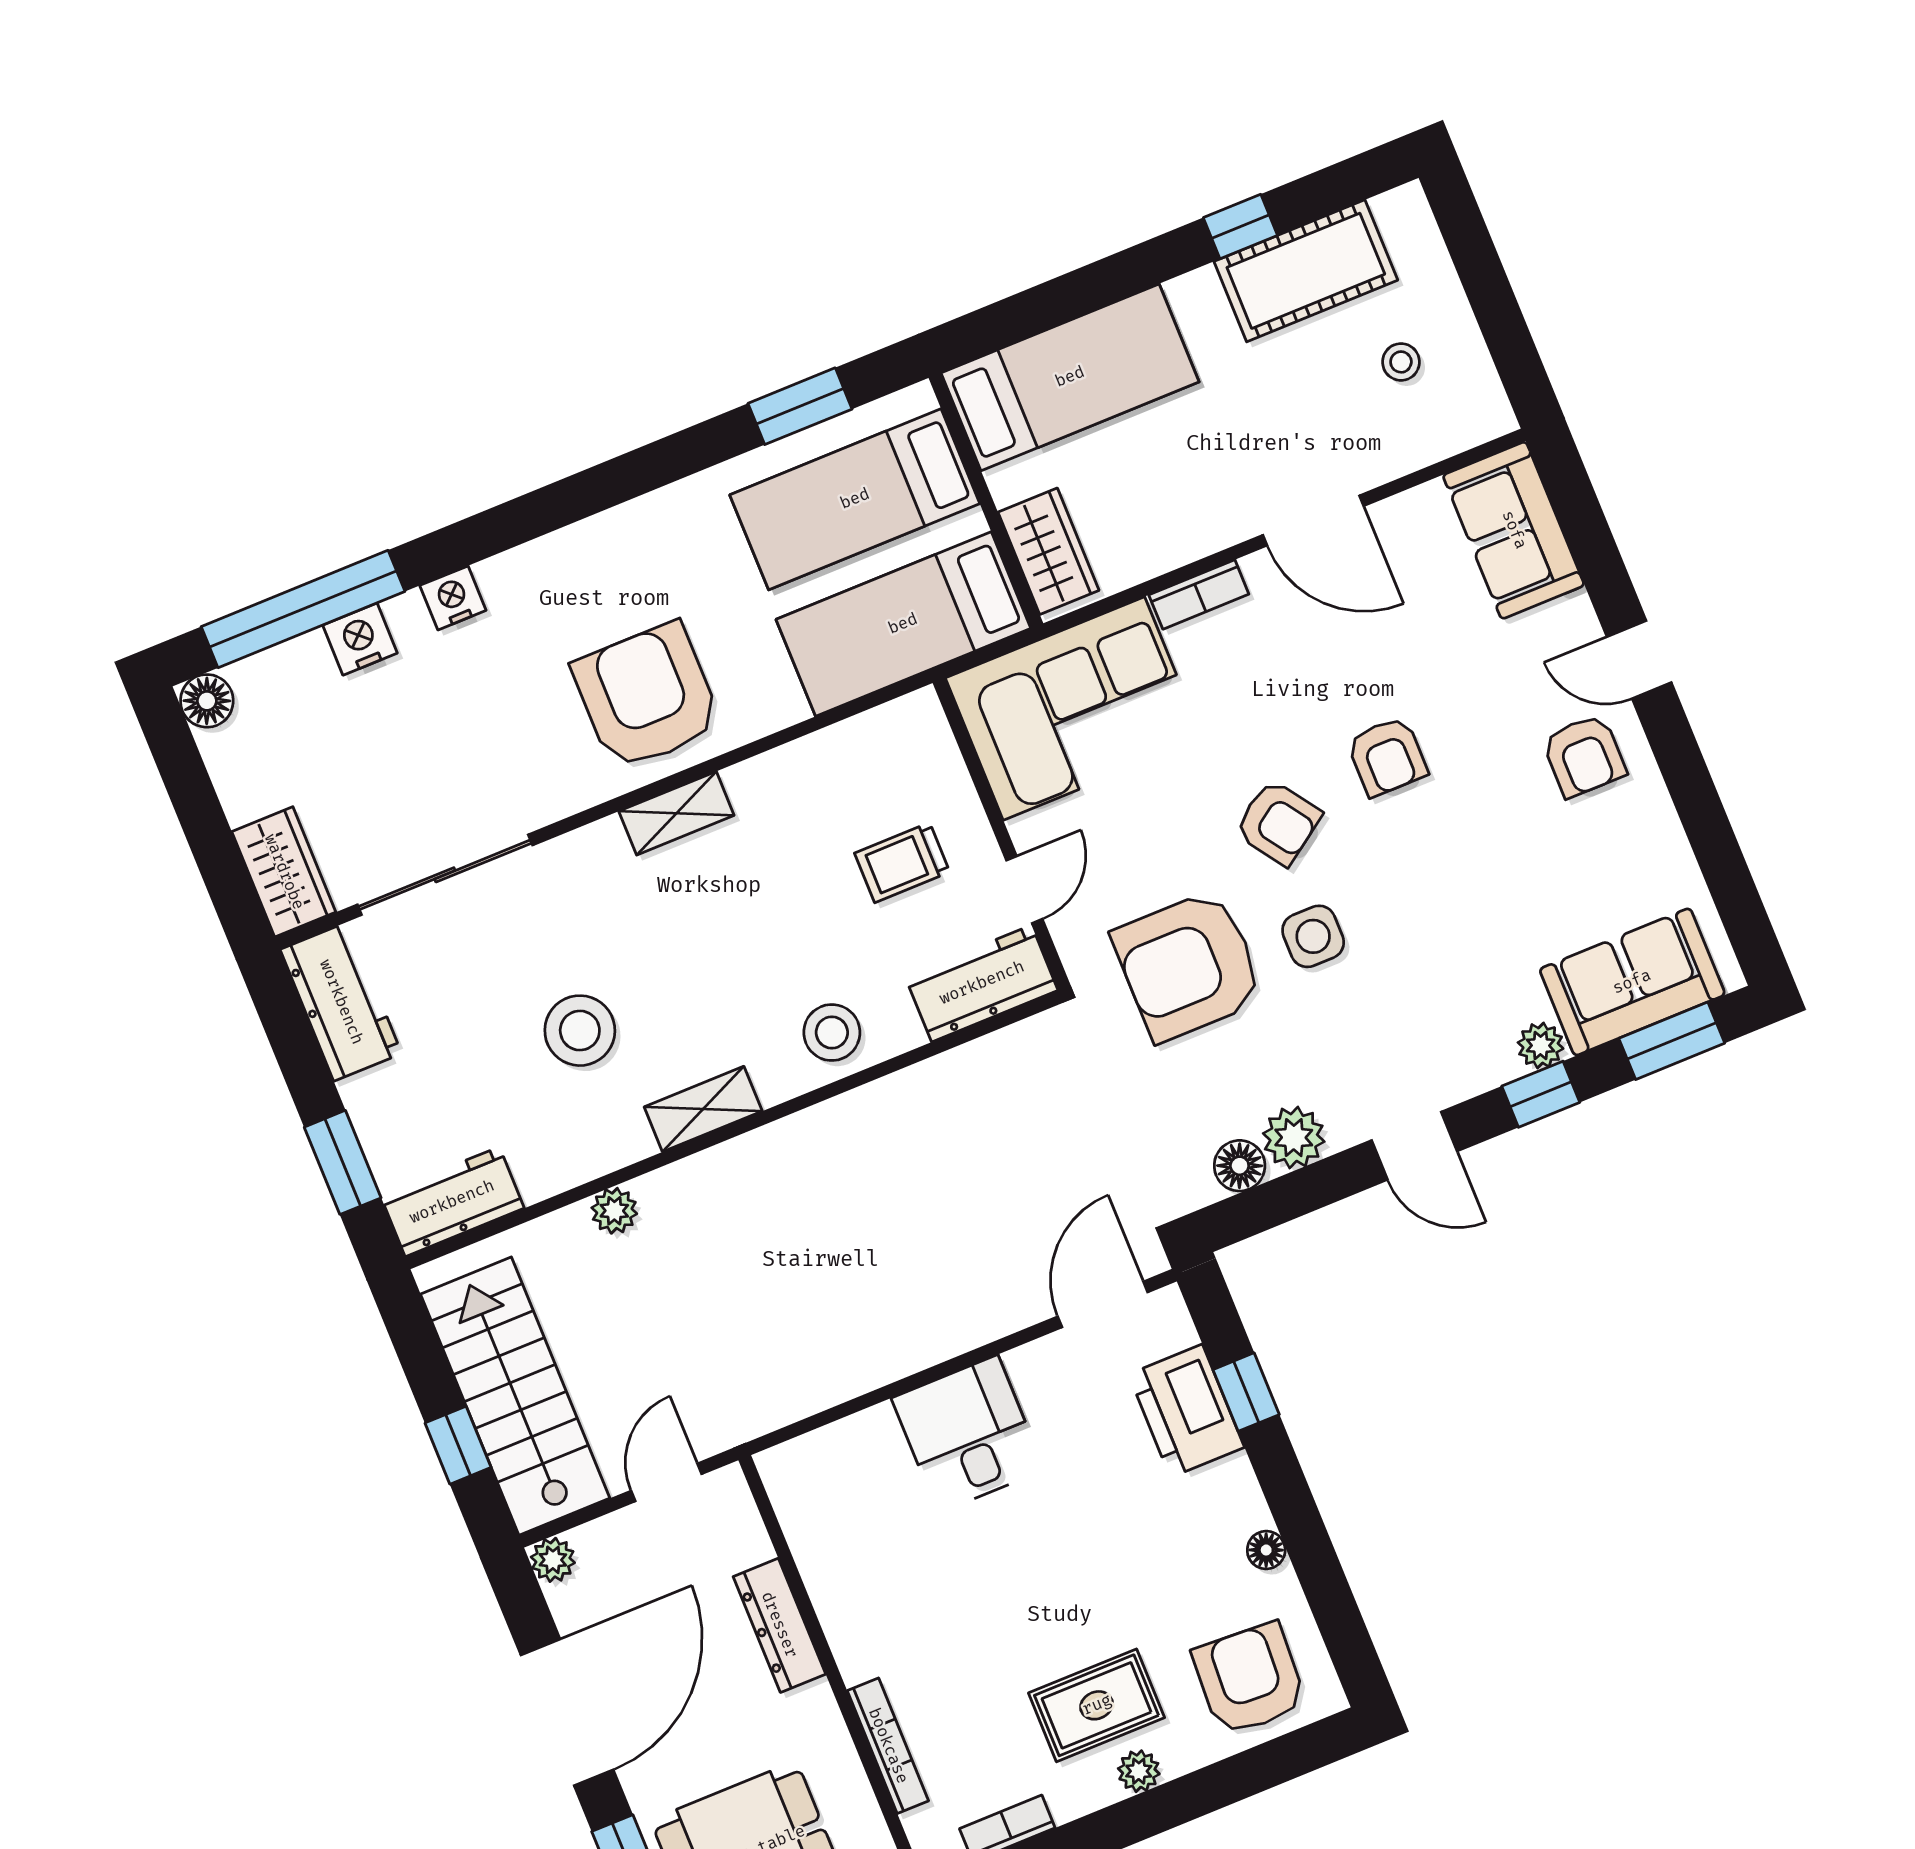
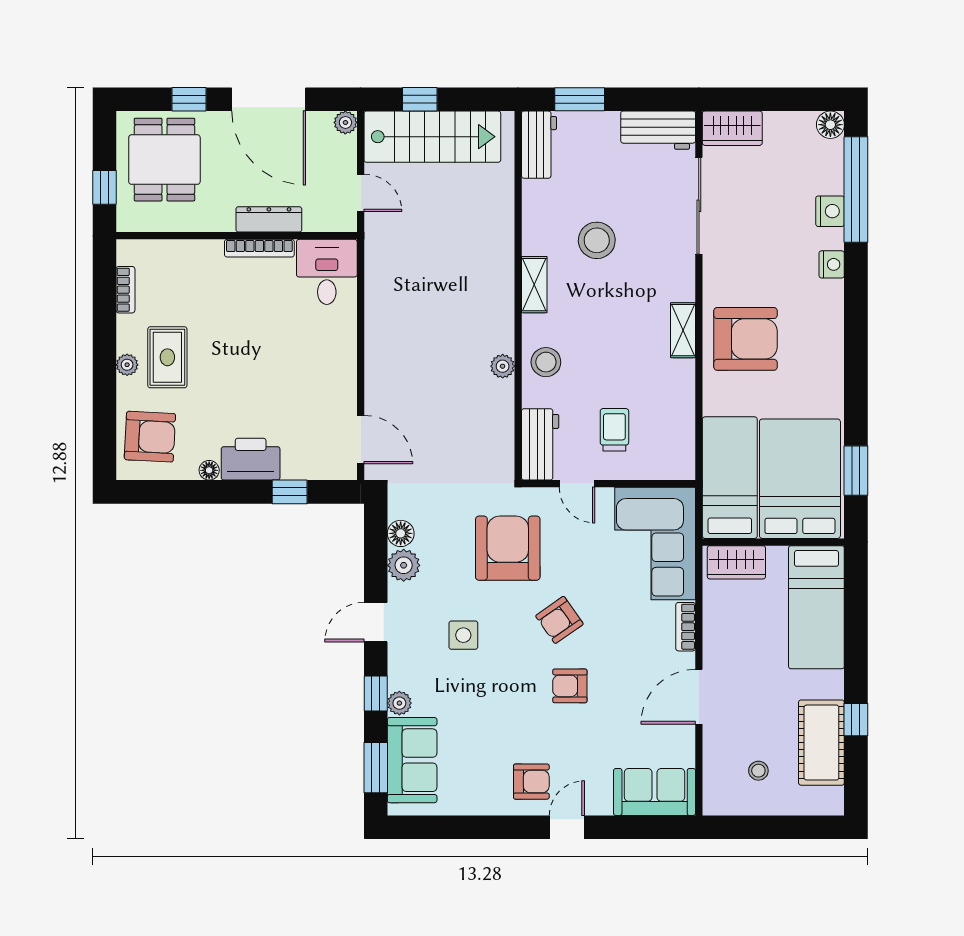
bed: (855, 499) -> (800, 479), width x1.50
armchair: (1584, 756) -> (531, 782), turned 180
side table: (1313, 936) -> (463, 635), moved
plant: (614, 1211) -> (503, 366), moved
printer: (1186, 1411) -> (251, 459), moved
desk: (968, 1434) -> (327, 272), moved, turned -90
bookcase: (888, 1746) -> (259, 248), moved

